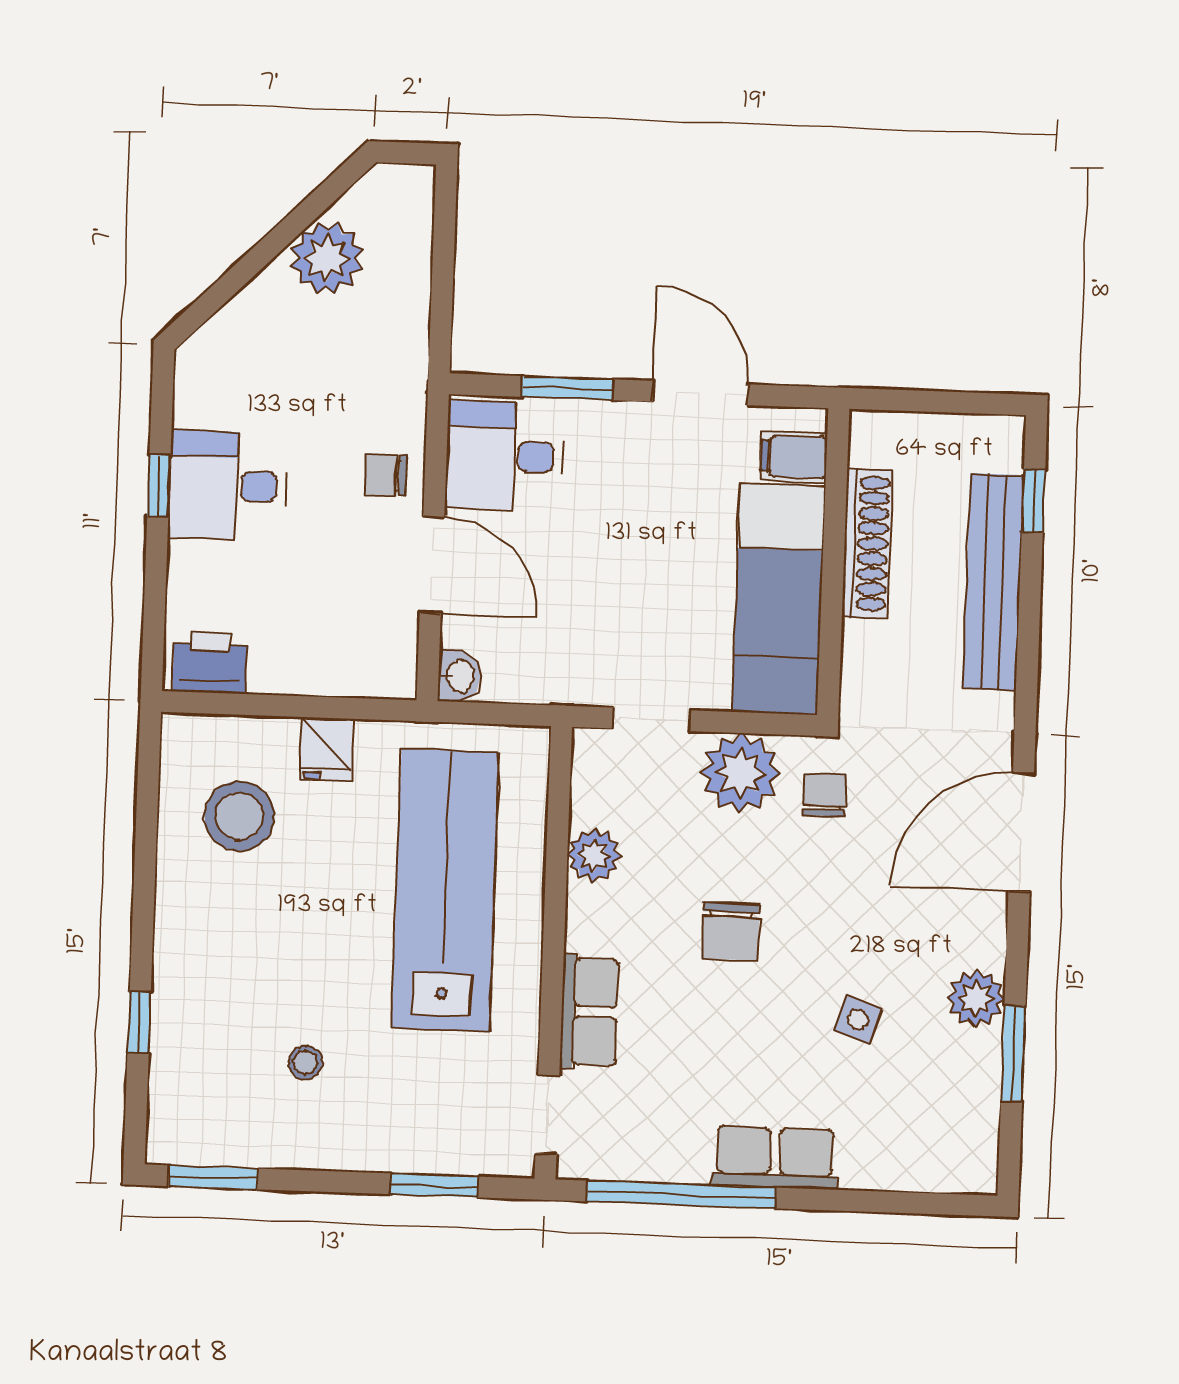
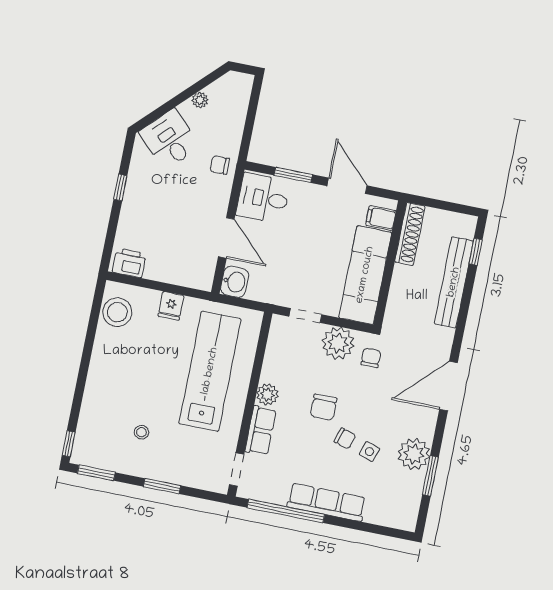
plant: (327, 258) -> (200, 100), width x0.53, depth x0.53
chair: (385, 475) -> (220, 165), moved
desk: (228, 486) -> (170, 139), moved, turned 45
shoe rack: (867, 543) -> (410, 234), moved
washbasin: (459, 676) -> (235, 282), width x1.38, depth x1.45
stool: (240, 816) -> (117, 312), moved
plant: (594, 855) -> (267, 394), moved
chair: (794, 998) -> (345, 438), added
plant: (976, 998) -> (414, 454), width x1.36, depth x1.36
window: (139, 1022) -> (69, 444), moved
row of seats: (775, 1157) -> (326, 502), width x1.48
window: (434, 1185) -> (162, 486), moved

